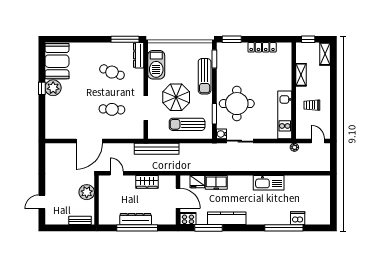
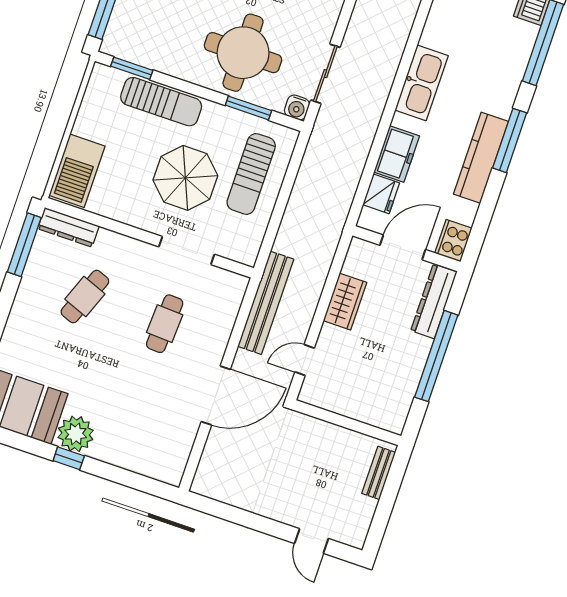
barbecue: (156, 65) -> (77, 171), moved, turned 90
door: (89, 141) -> (216, 395), hinge flipped
bench: (157, 149) -> (266, 303), moved
kitchen sink: (269, 183) -> (422, 83), moved
plant: (87, 192) -> (323, 438), removed
dresser: (136, 219) -> (434, 301), moved
window: (209, 228) -> (510, 140), moved

